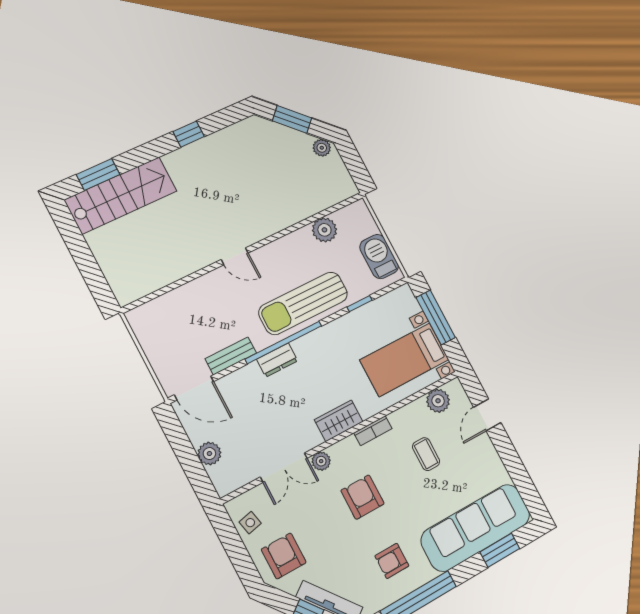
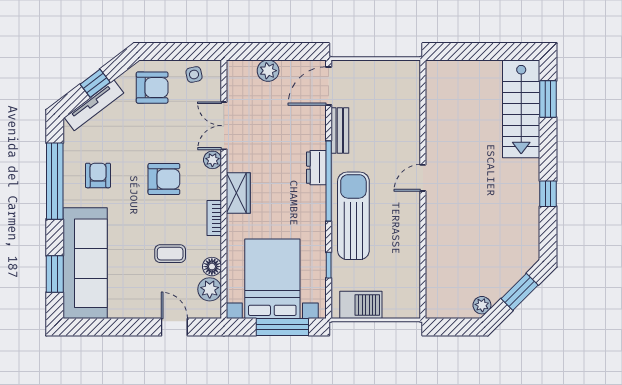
plant: (324, 230) -> (408, 269), removed
bed with nightstands: (405, 360) -> (272, 279), width x1.36
floor lamp: (417, 409) -> (212, 267), added

